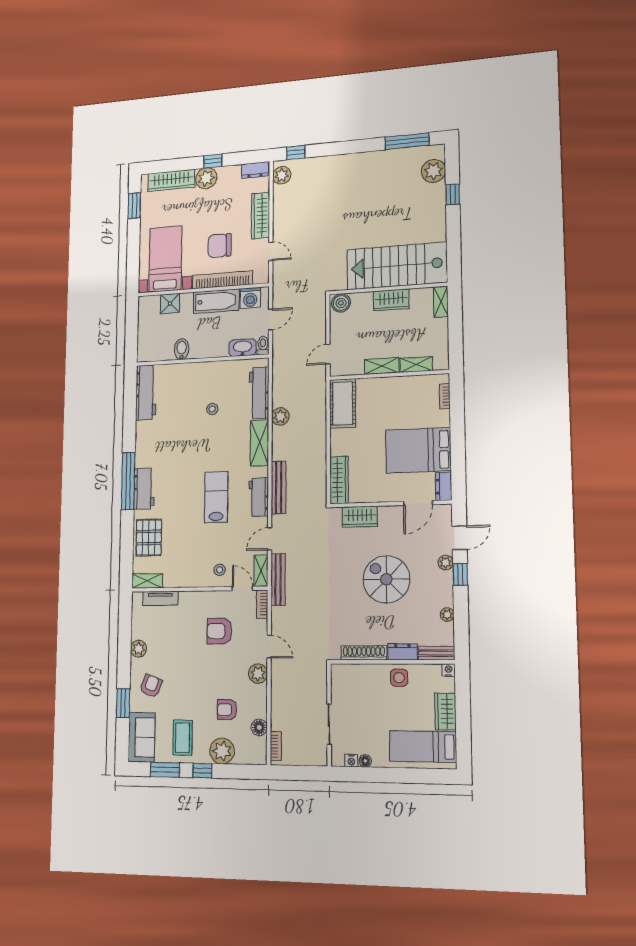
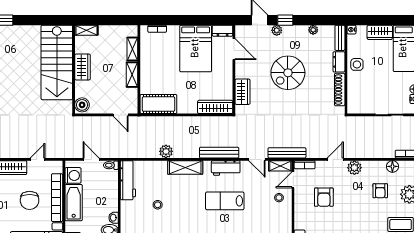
washbasin: (242, 348) -> (114, 218), moved, width x0.52, depth x0.69
workbench: (259, 393) -> (128, 180), moved, turned -90

